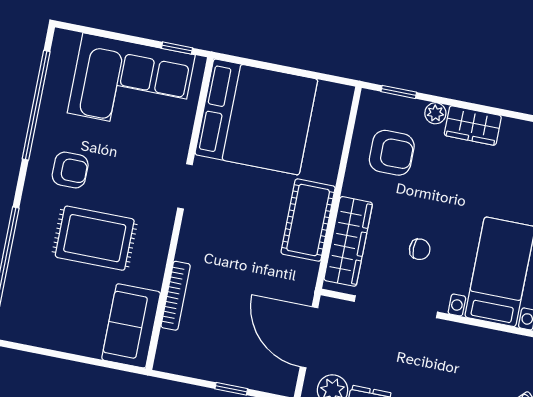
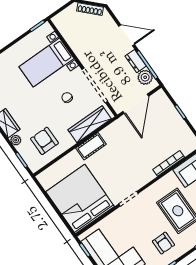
armchair: (70, 170) -> (163, 243), turned 180
cot: (308, 220) -> (91, 146), width x0.73, depth x0.75

